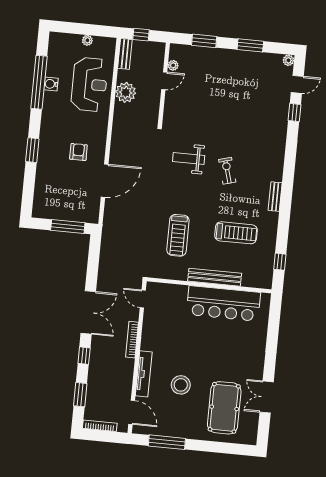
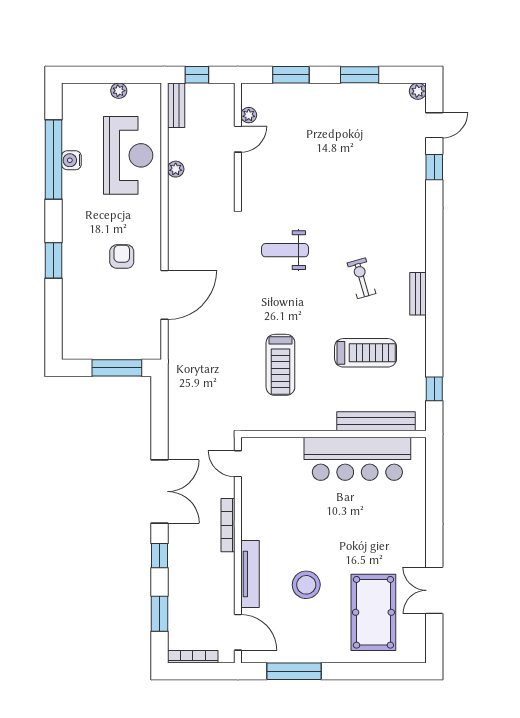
plant: (126, 92) -> (176, 169), width x0.53, depth x0.53
exercise bike: (227, 171) -> (362, 278), moved
bench: (215, 277) -> (376, 421), moved

